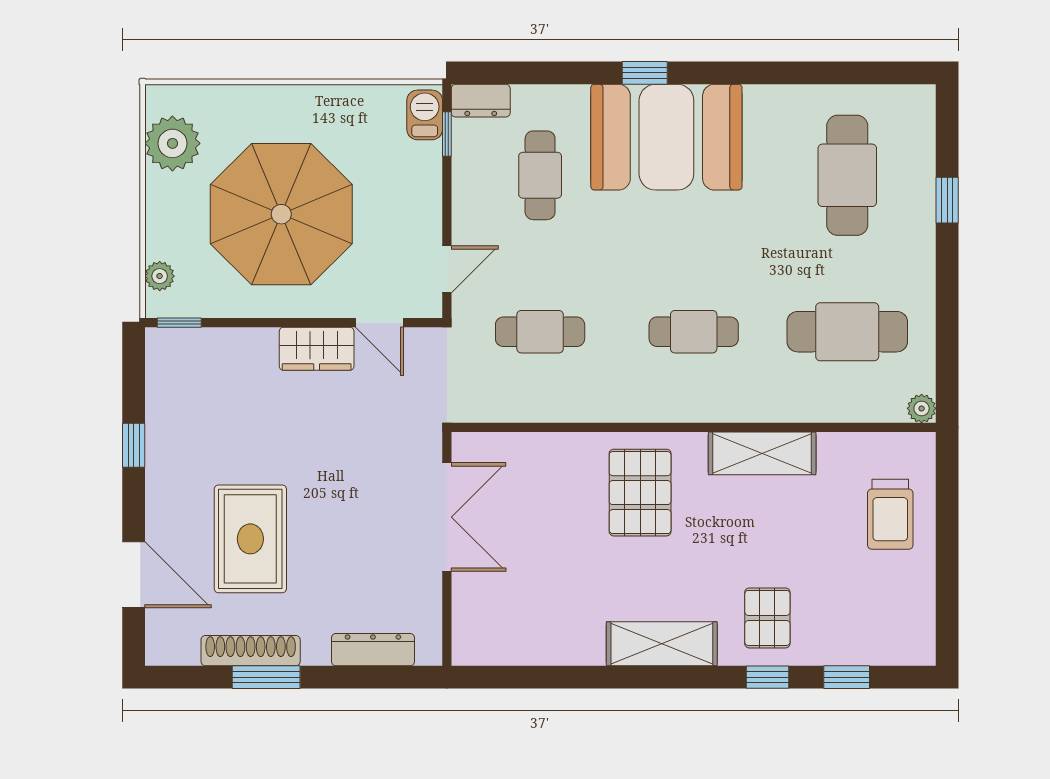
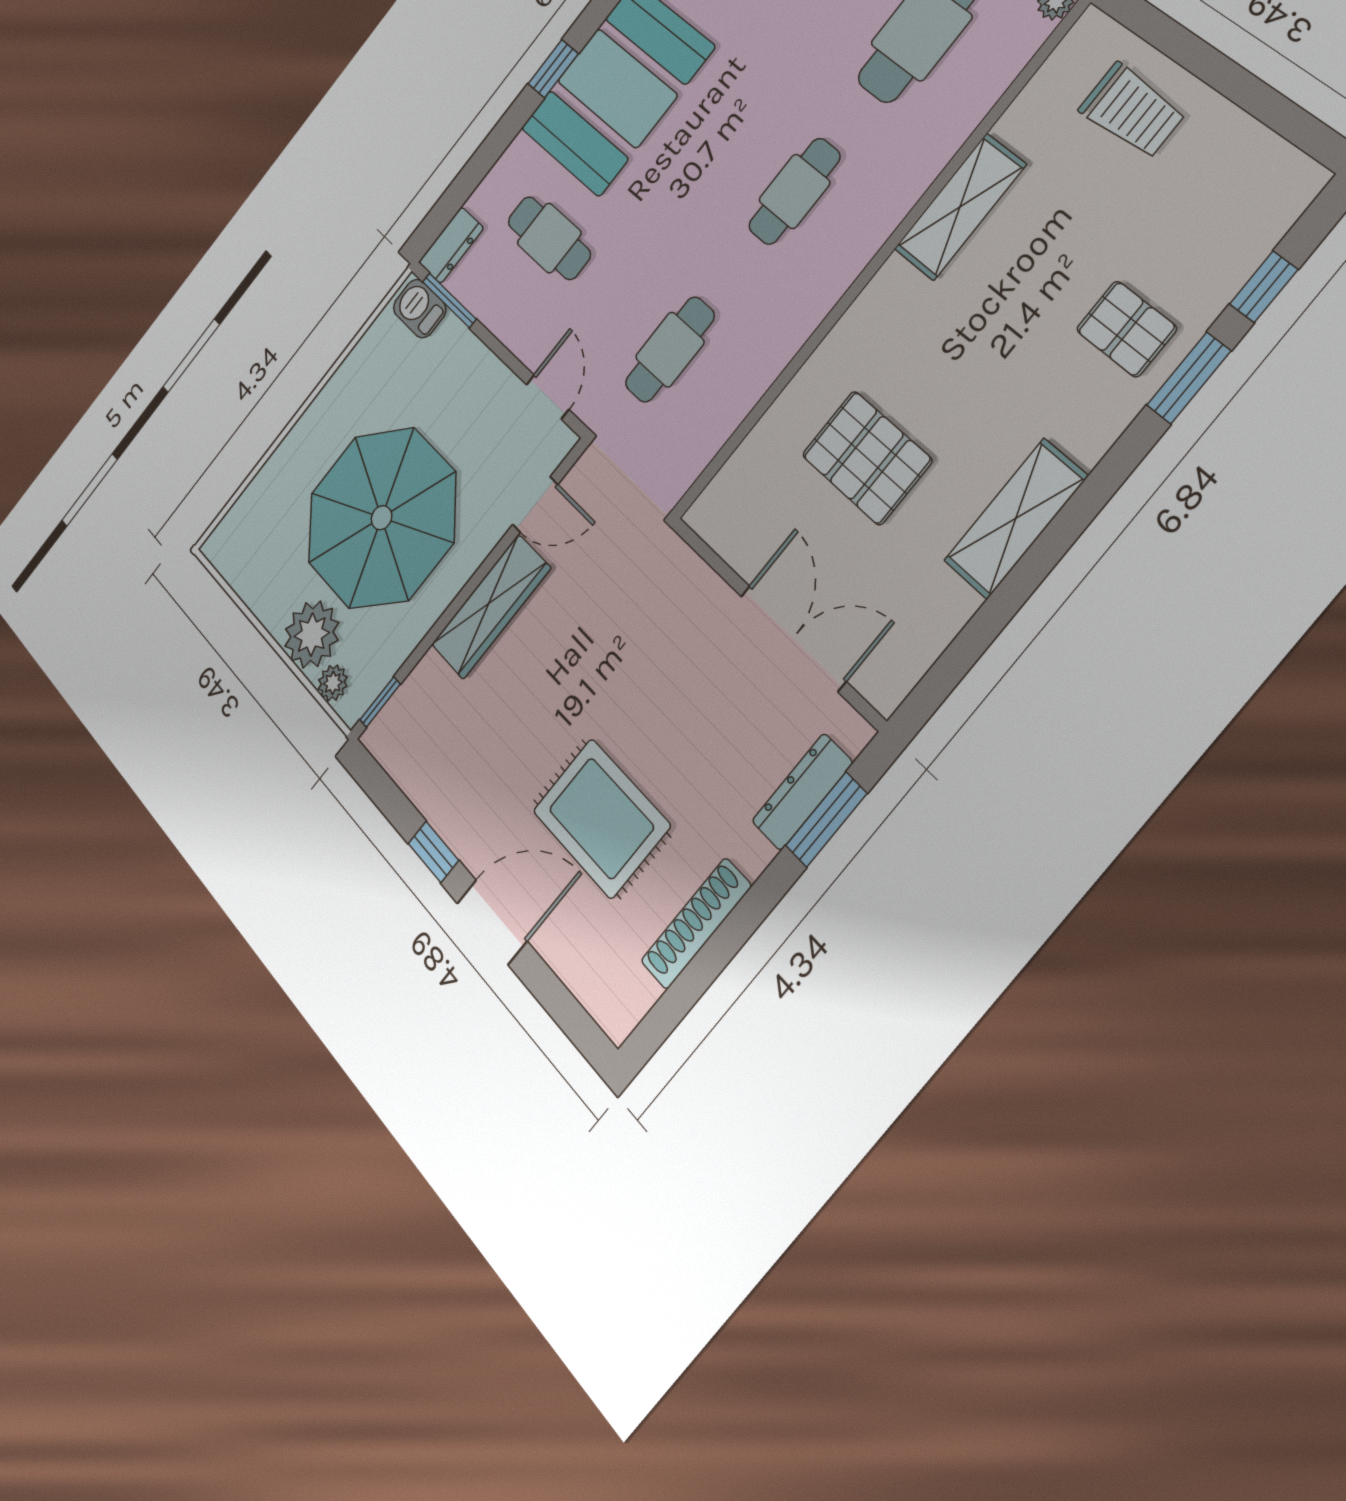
window: (447, 134) -> (449, 300), width x1.50
plant: (172, 143) -> (312, 635), moved
wardrobe: (317, 349) -> (491, 607), width x1.50
pallet: (640, 493) -> (867, 458), moved
double door: (447, 517) -> (793, 638), moved
door: (134, 575) -> (492, 922), moved
shelving: (662, 644) -> (1016, 518), moved
window: (266, 677) -> (826, 819), moved
window: (768, 677) -> (1189, 378), width x1.50

